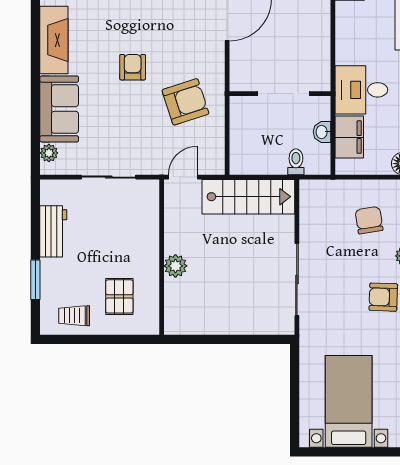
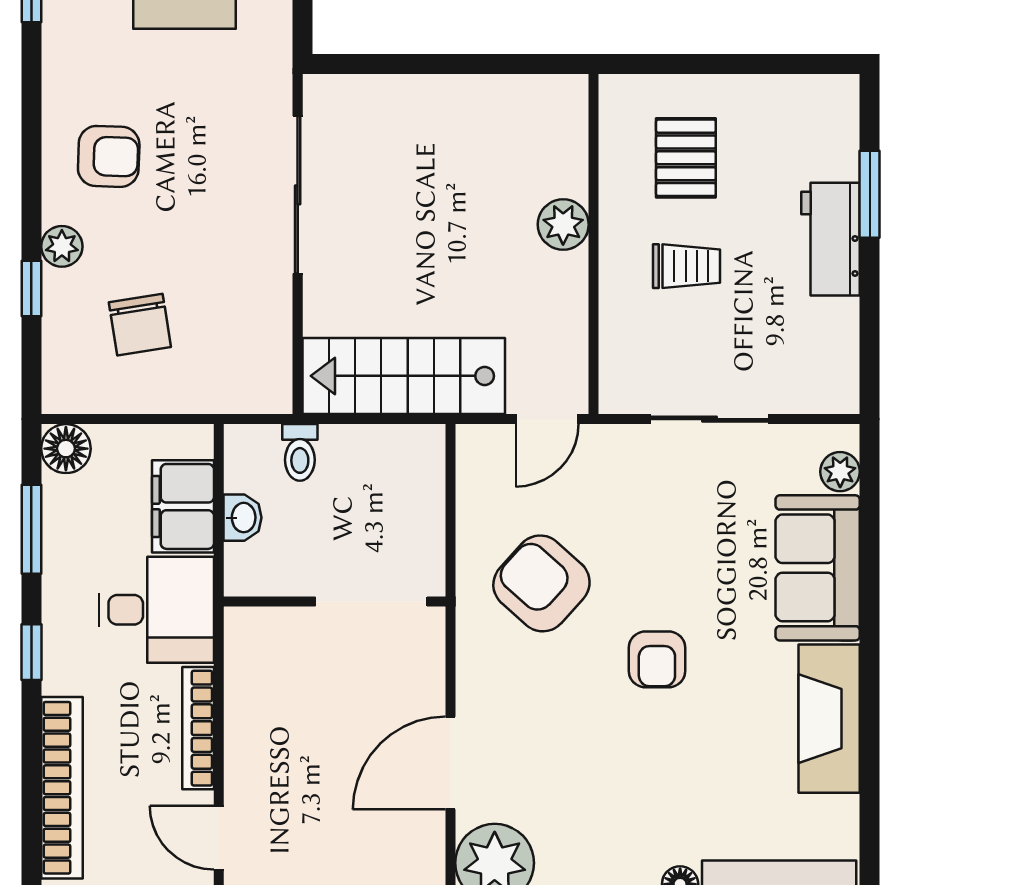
bookcase: (342, 36) -> (198, 728), added
doorway: (283, 94) -> (371, 601), moved
armchair: (185, 102) -> (541, 583), turned 60
workbench: (53, 231) -> (831, 239), moved
trolley: (74, 316) -> (687, 266), moved

